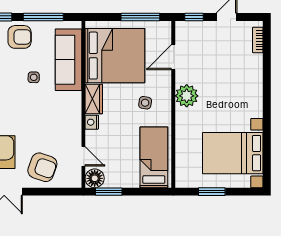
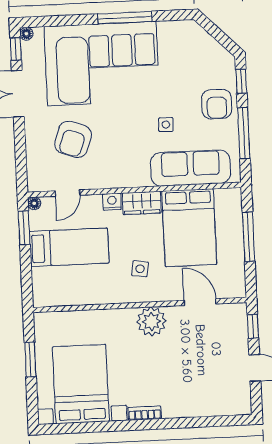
window: (140, 17) -> (249, 237), moved
bookcase: (258, 40) -> (145, 413), moved
bed: (115, 56) -> (189, 228), width x0.73
bed: (154, 157) -> (69, 247), moved
armchair: (42, 167) -> (73, 139), moved
floor lamp: (95, 178) -> (34, 203), width x0.53, depth x0.53

